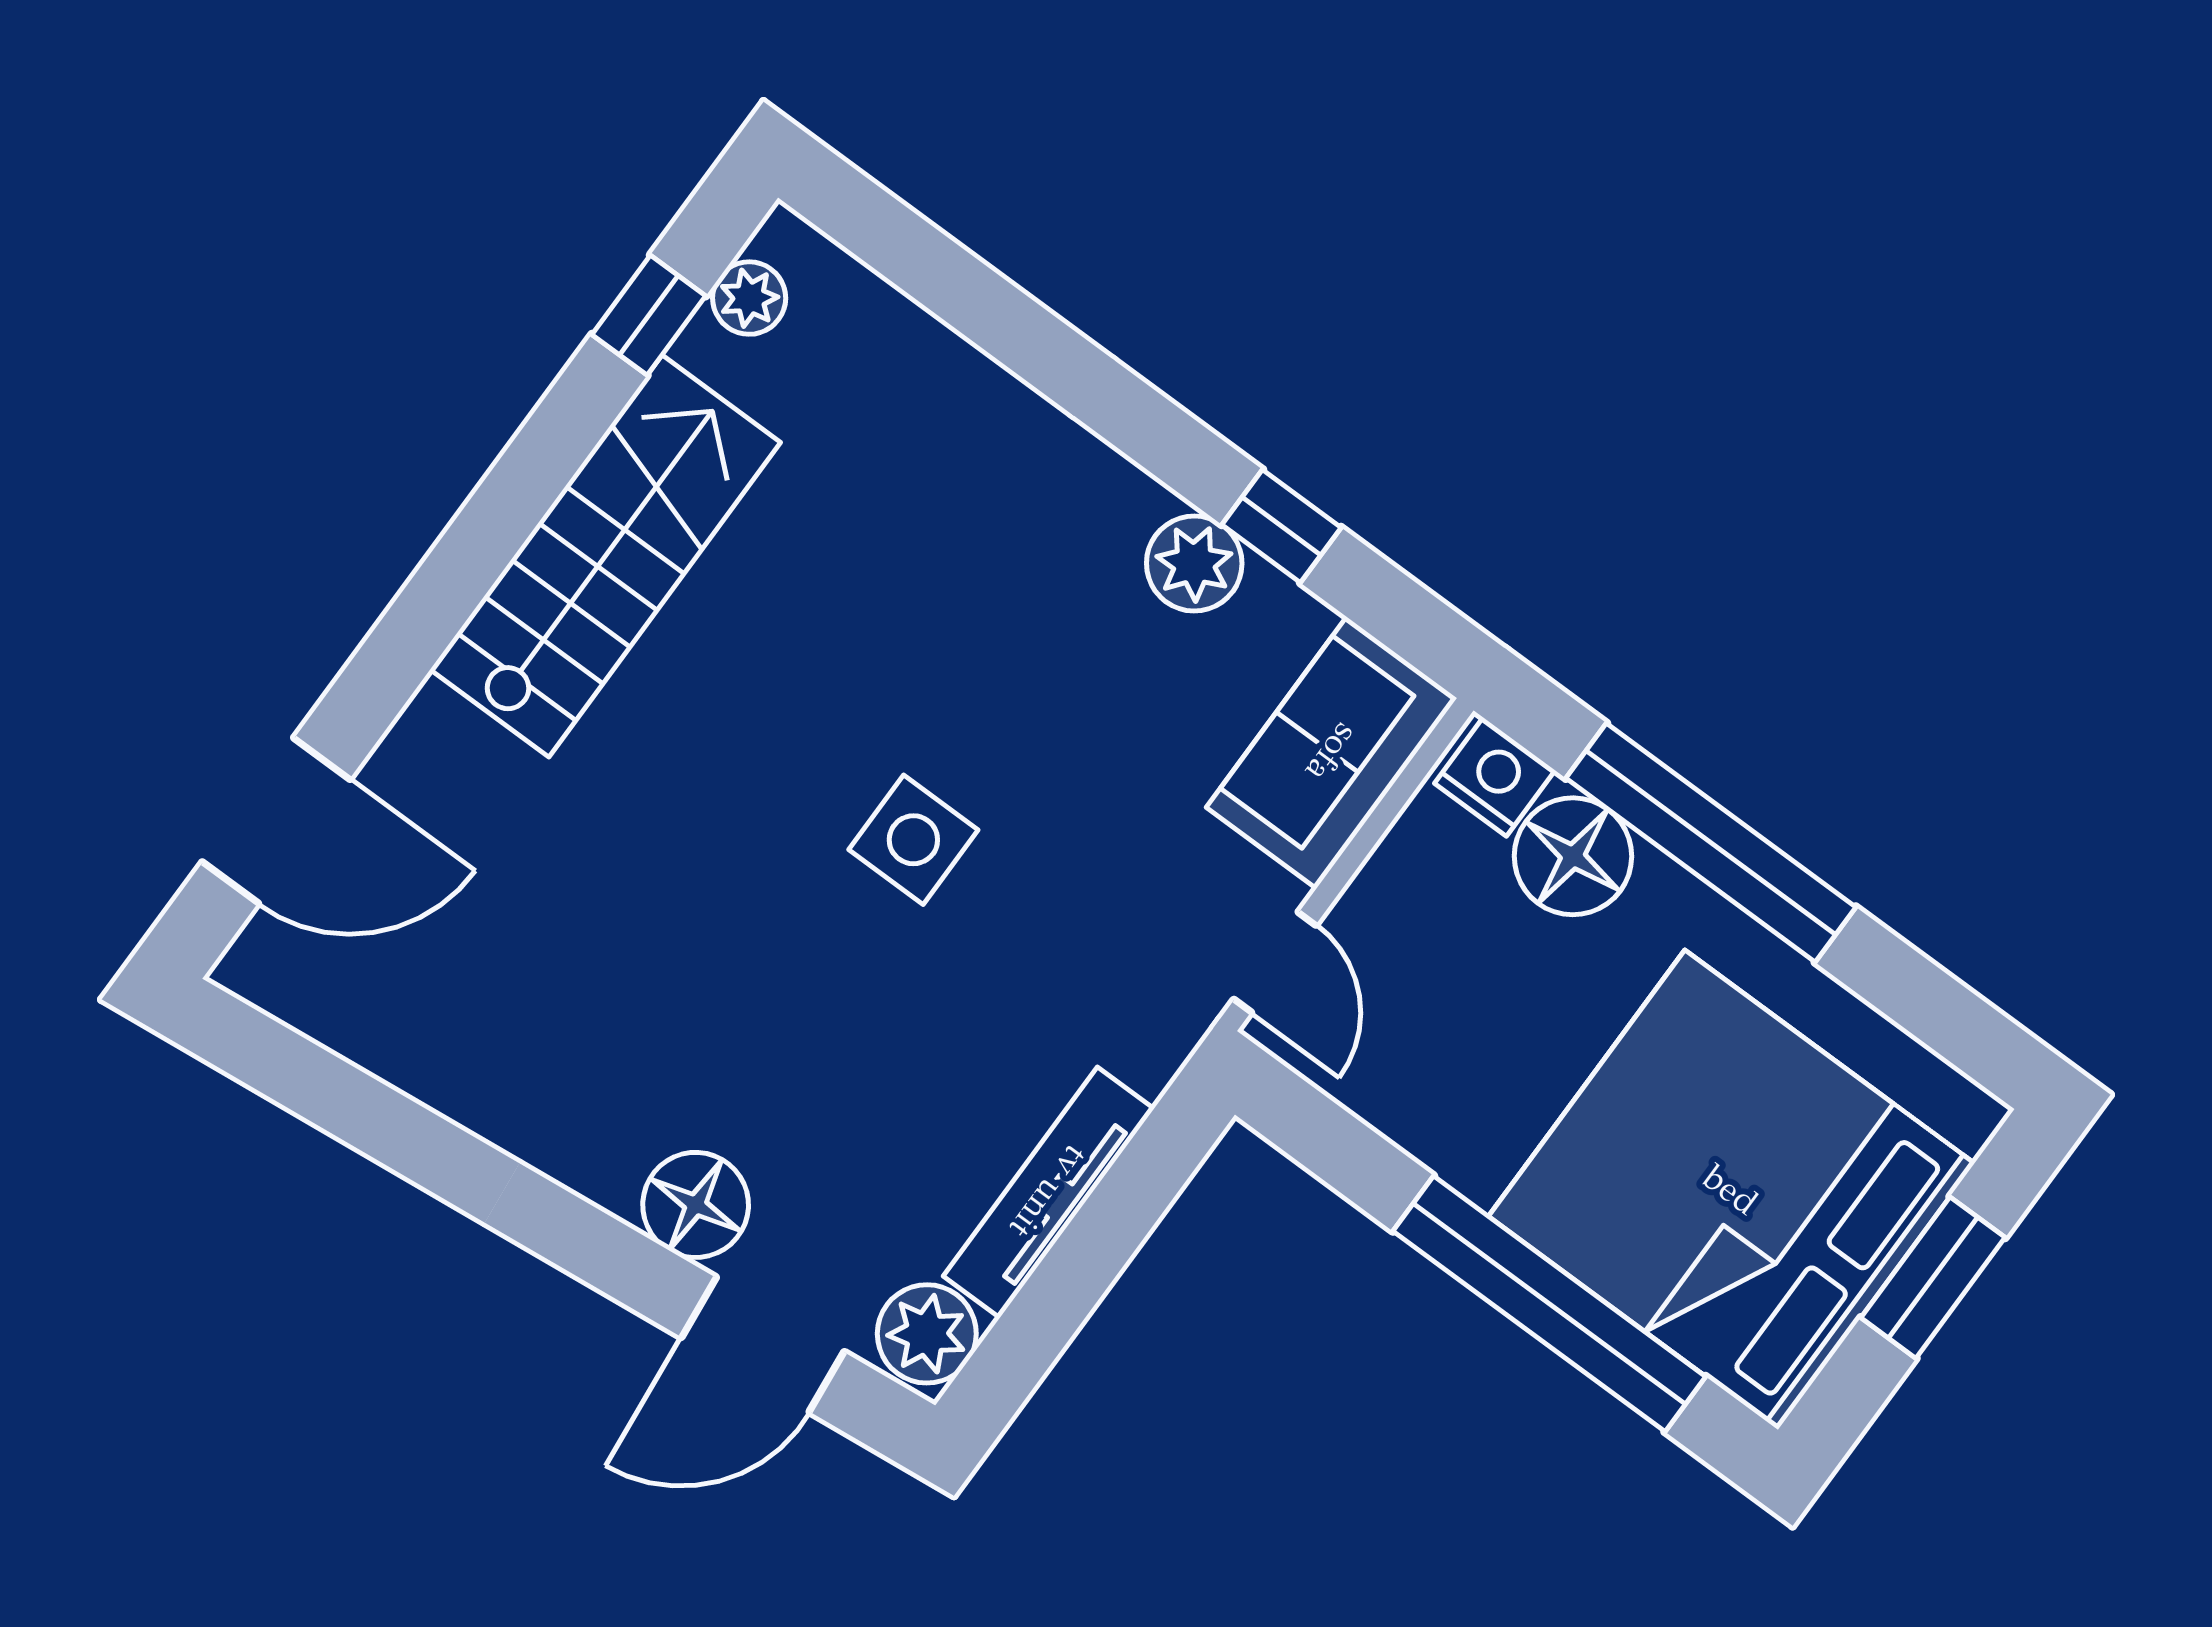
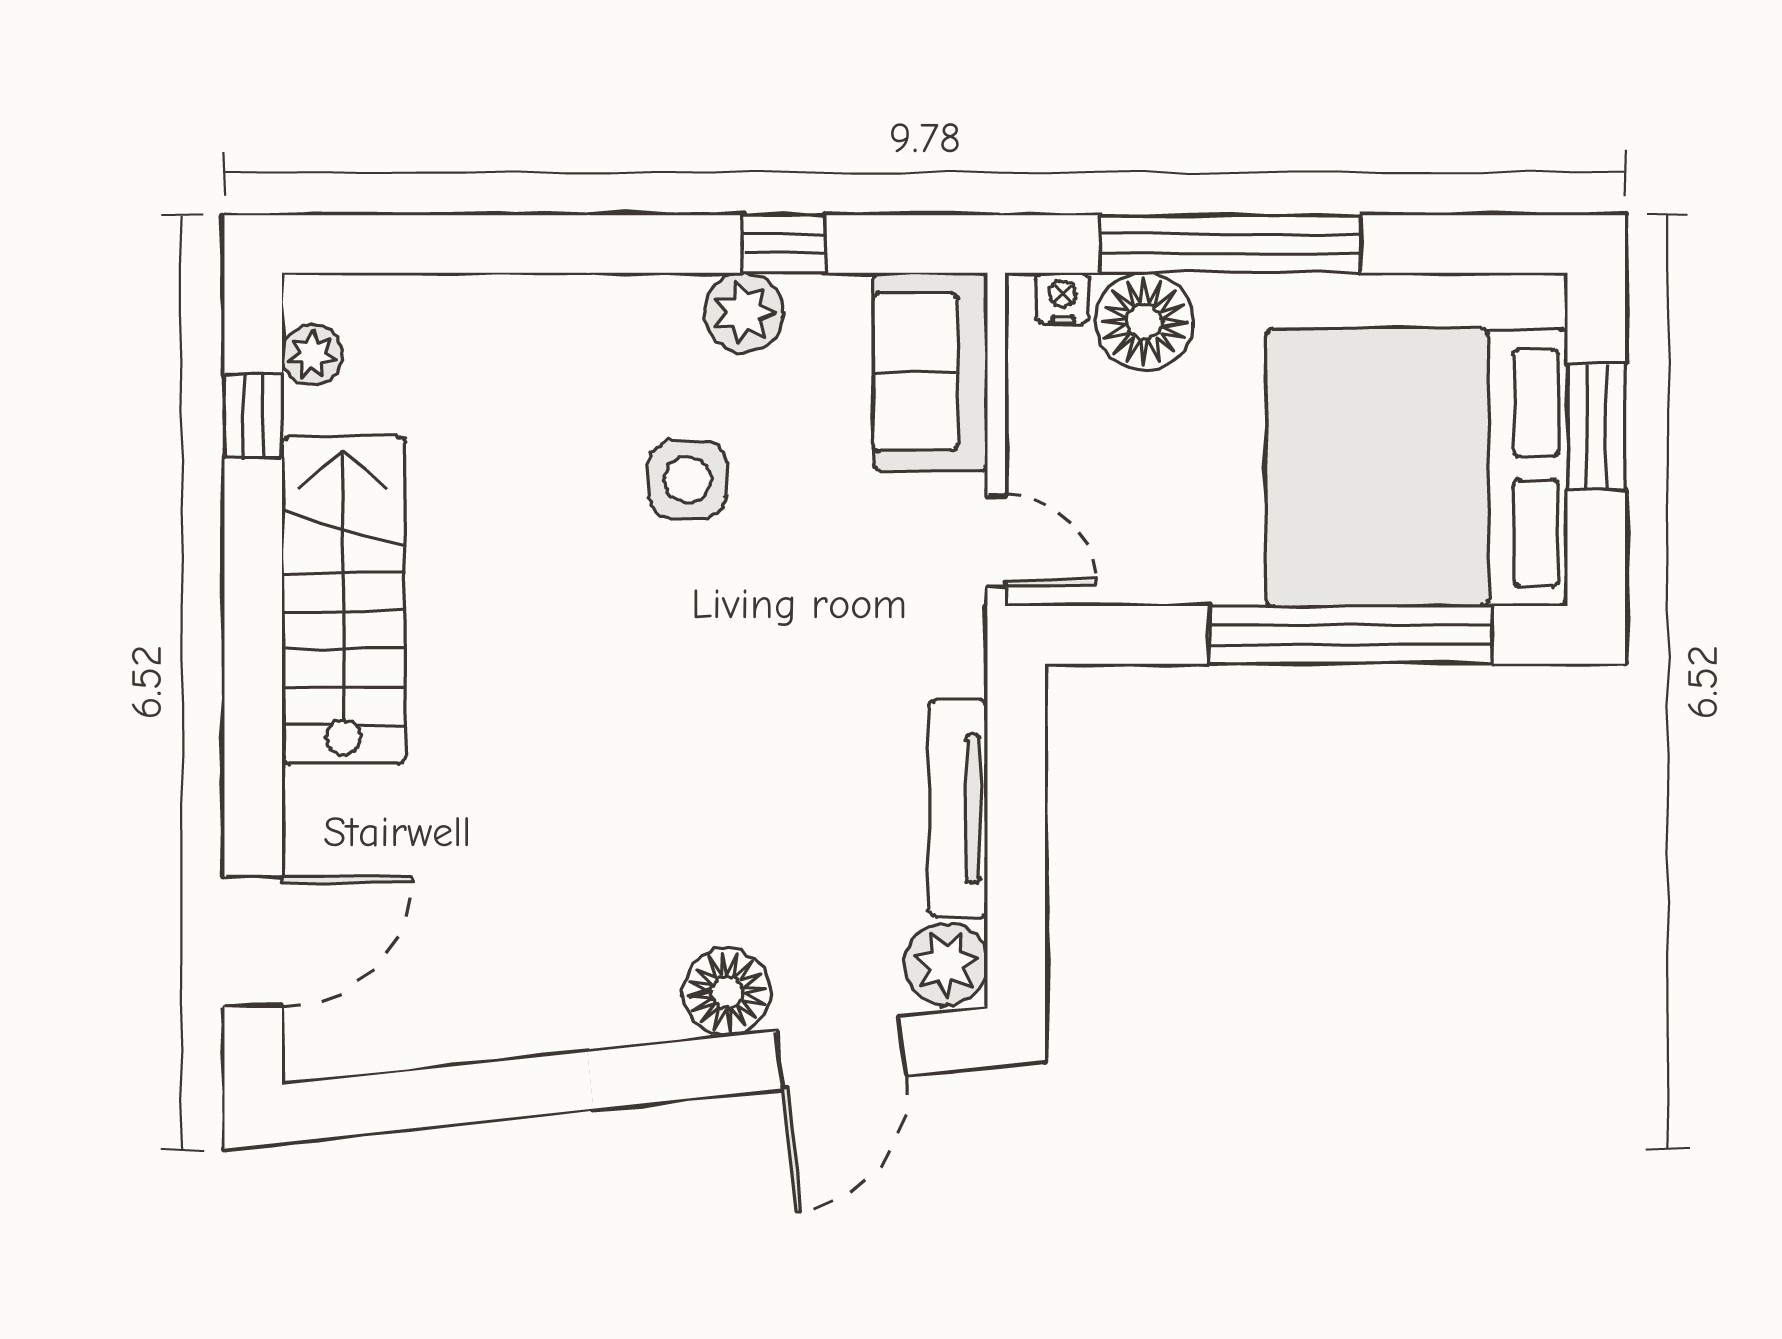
nightstand: (1495, 777) -> (1063, 298), width x0.72, depth x0.74
side table: (913, 840) -> (688, 479), moved

